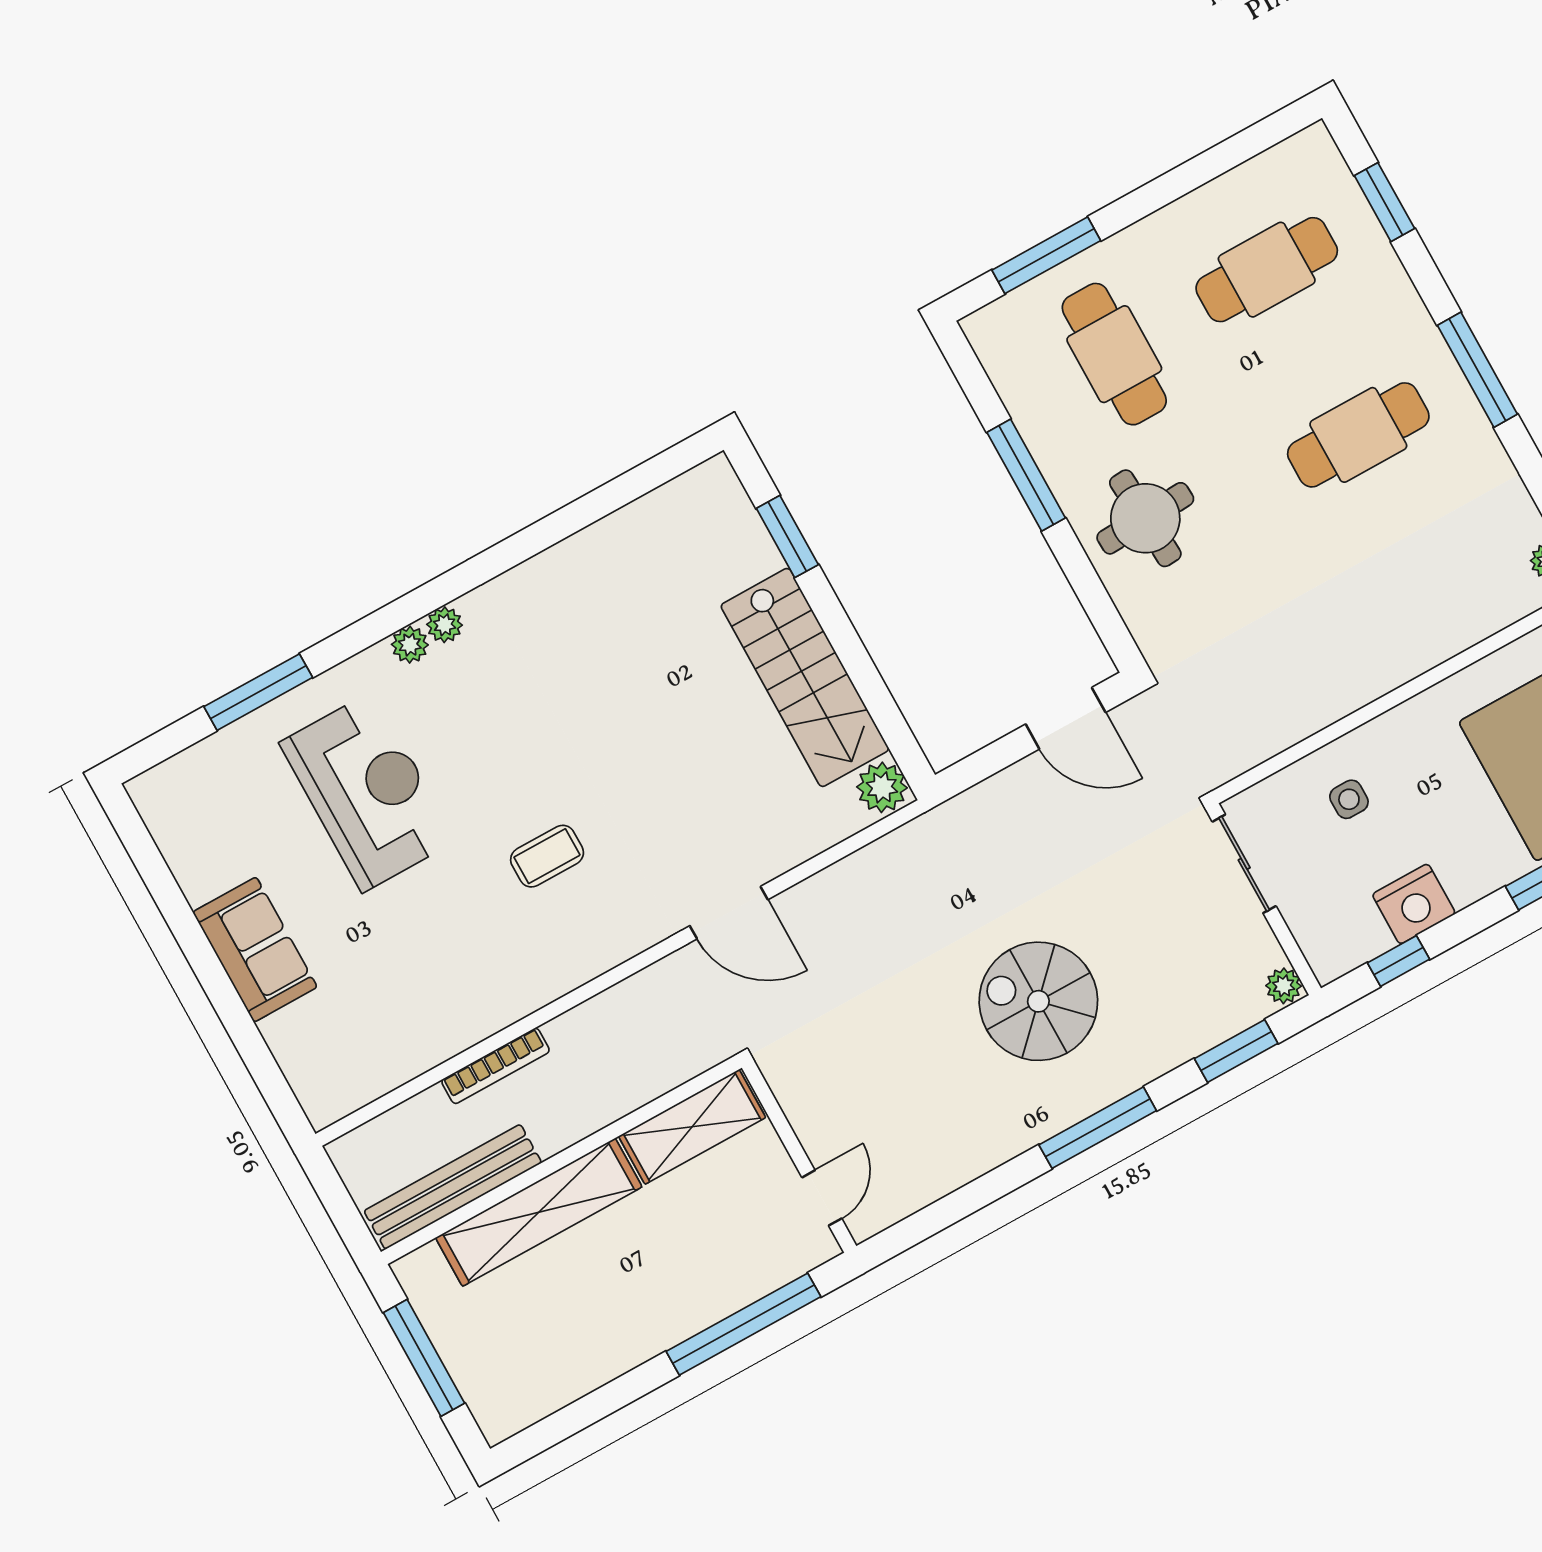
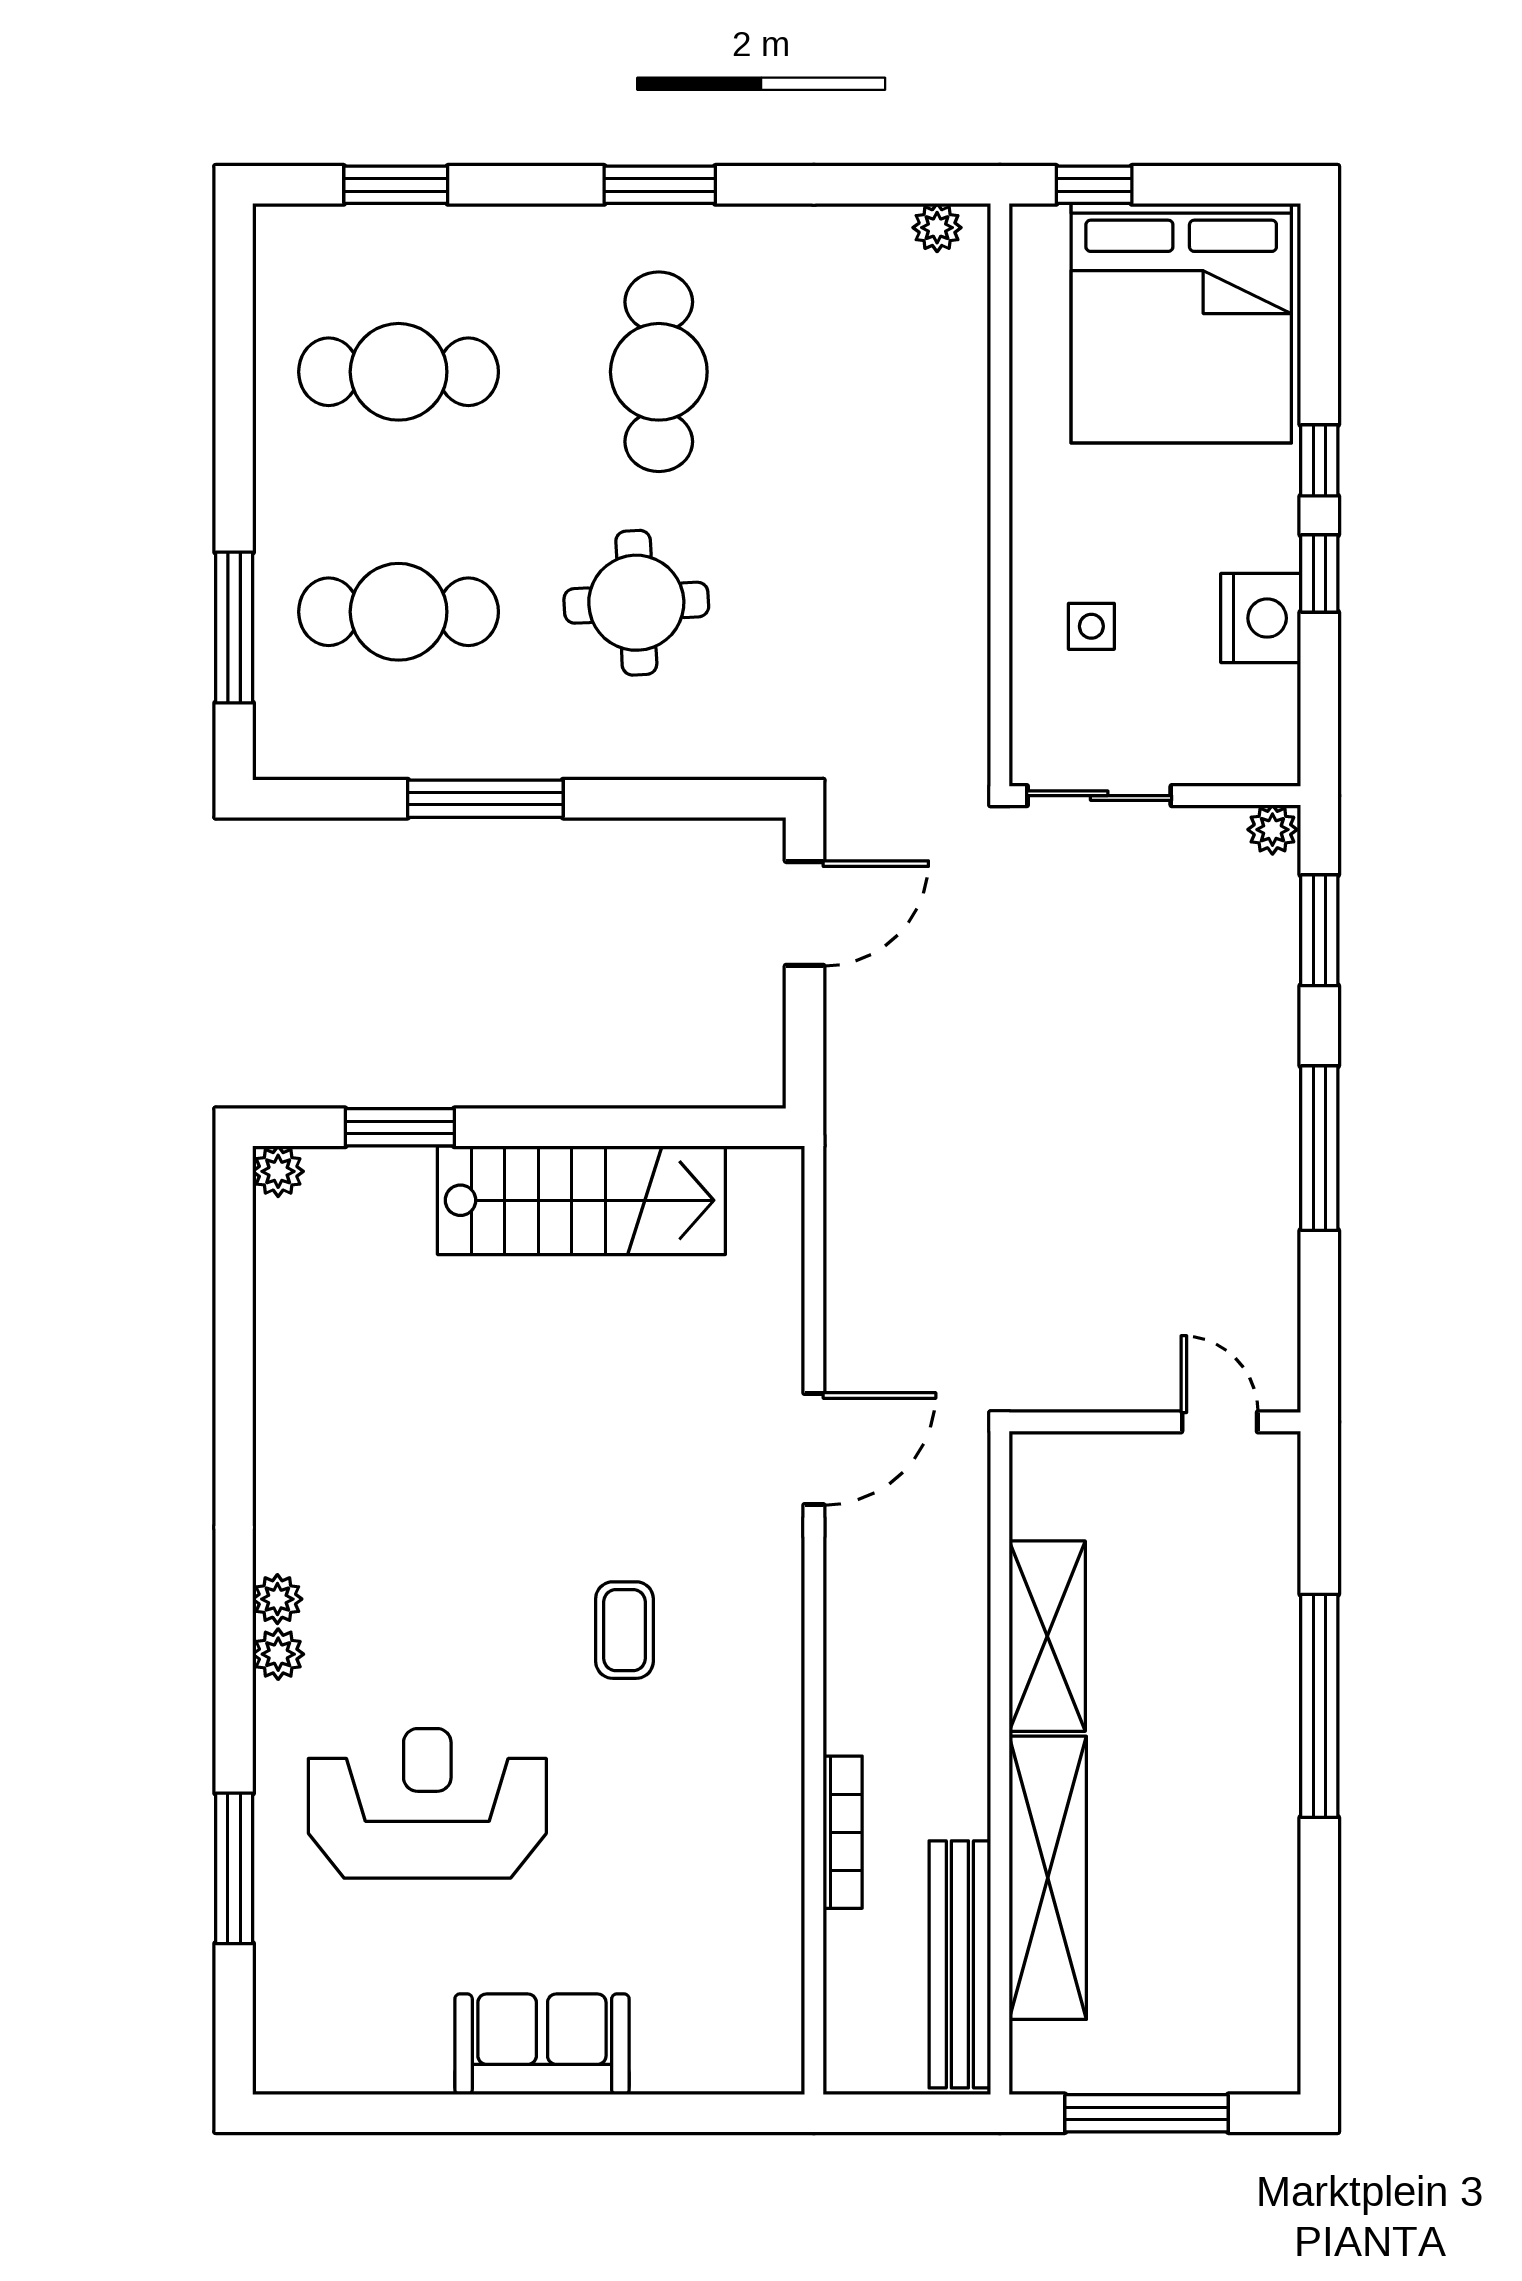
cafe table: (1267, 270) -> (399, 372), turned 90
window: (1477, 370) -> (660, 185), width x0.69
round table: (1145, 518) -> (636, 603), moved
plant: (882, 787) -> (278, 1171), moved, width x0.73, depth x0.73
window: (1399, 961) -> (1319, 573), moved
spiral stairs: (1038, 1001) -> (1127, 1135), removed
wall: (799, 1157) -> (1155, 1422), moved
door: (822, 1198) -> (1220, 1422), moved

